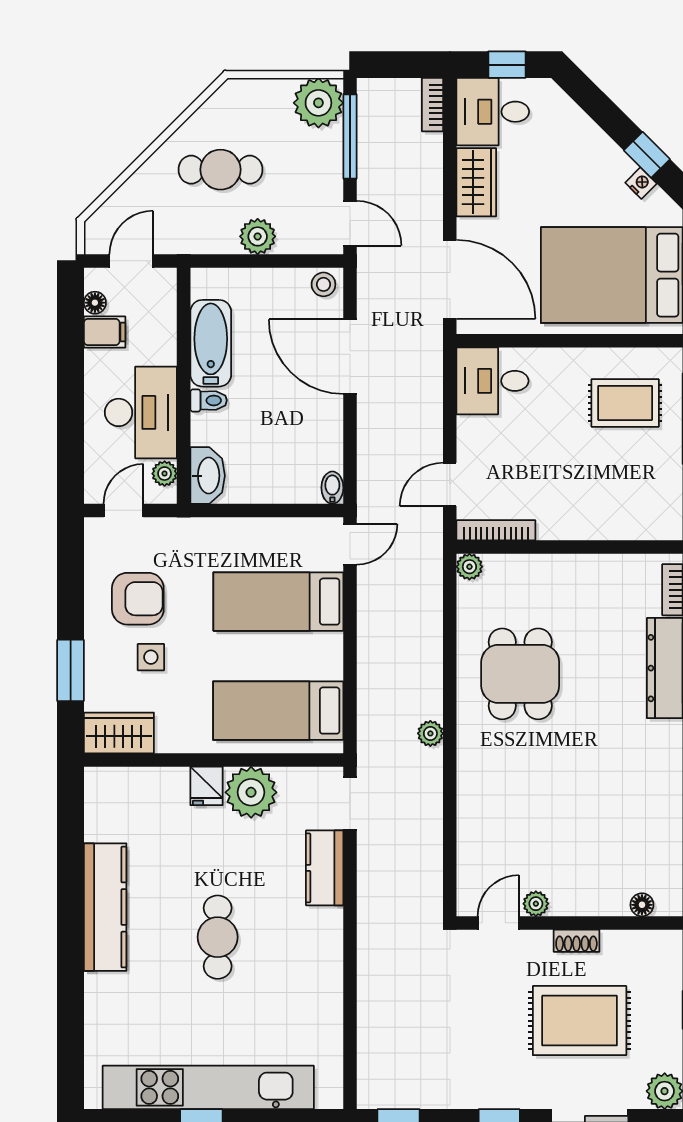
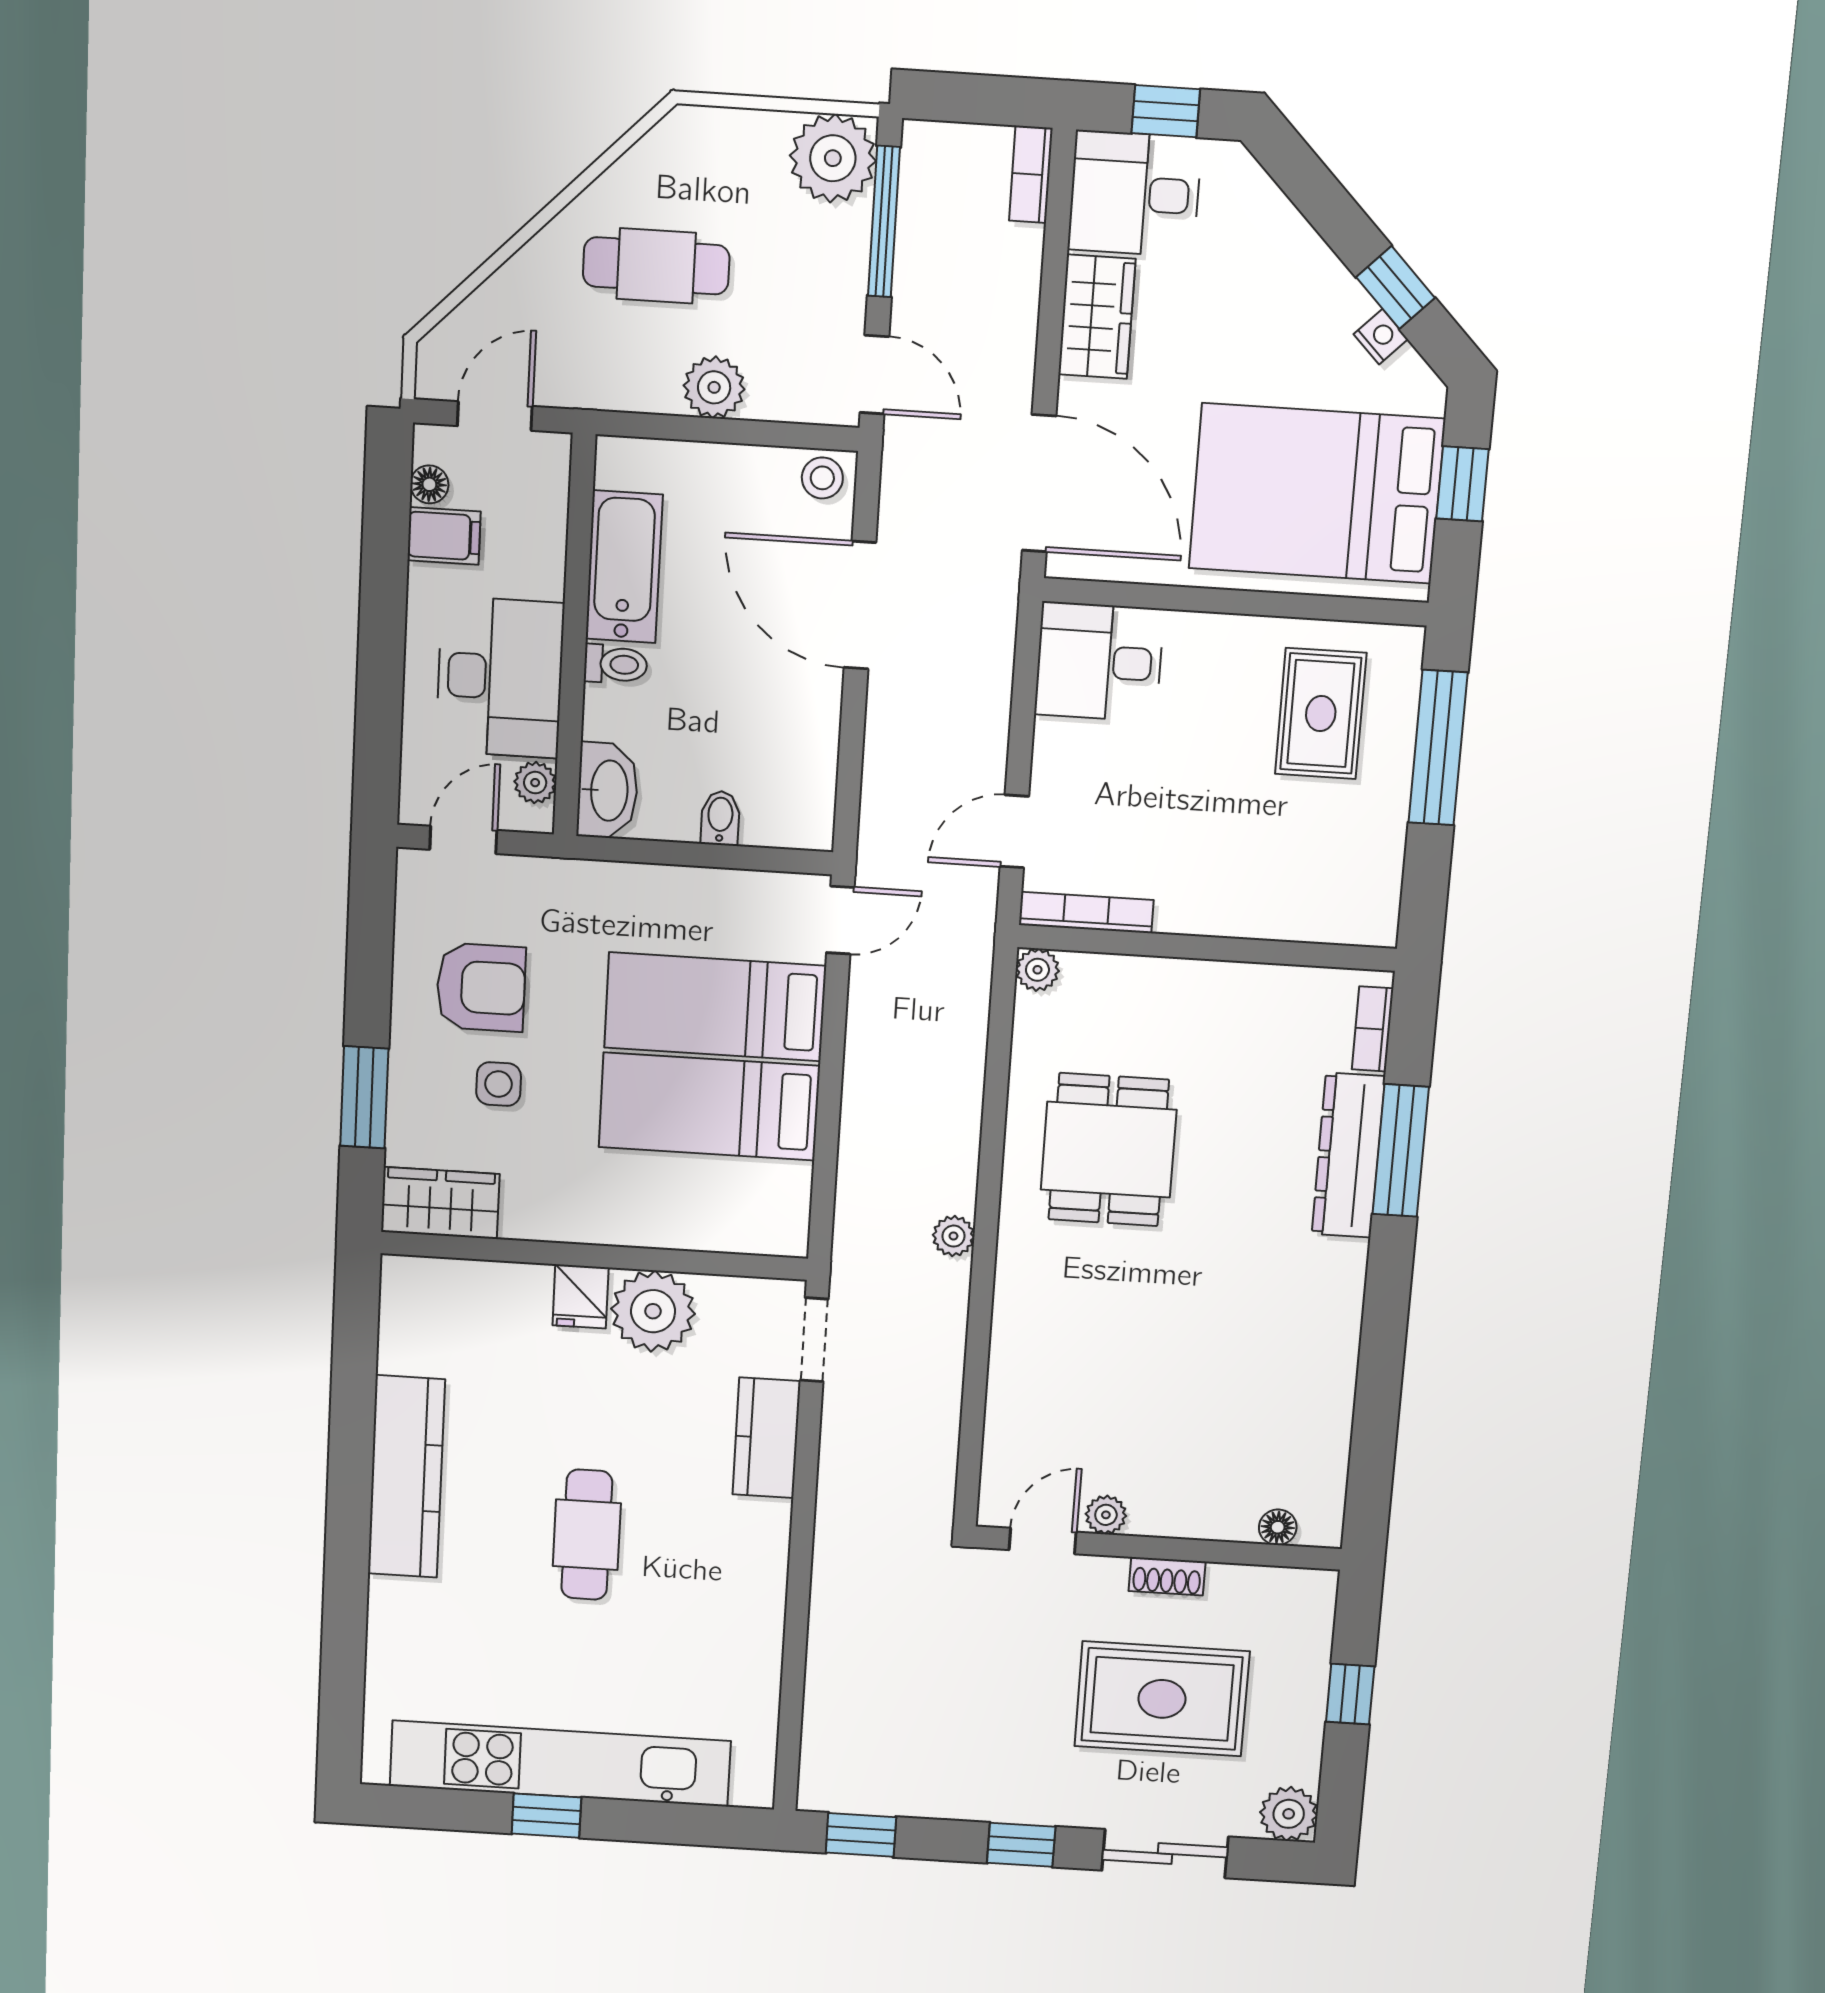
rug: (625, 403) -> (1321, 714), turned 90
bidet: (332, 488) -> (720, 818), moved
bed: (278, 711) -> (709, 1106), moved

